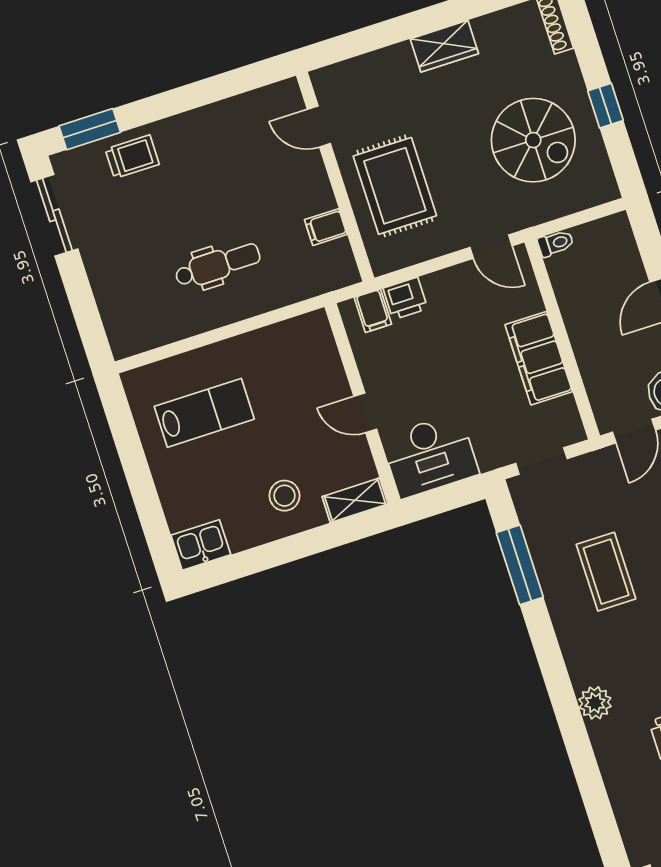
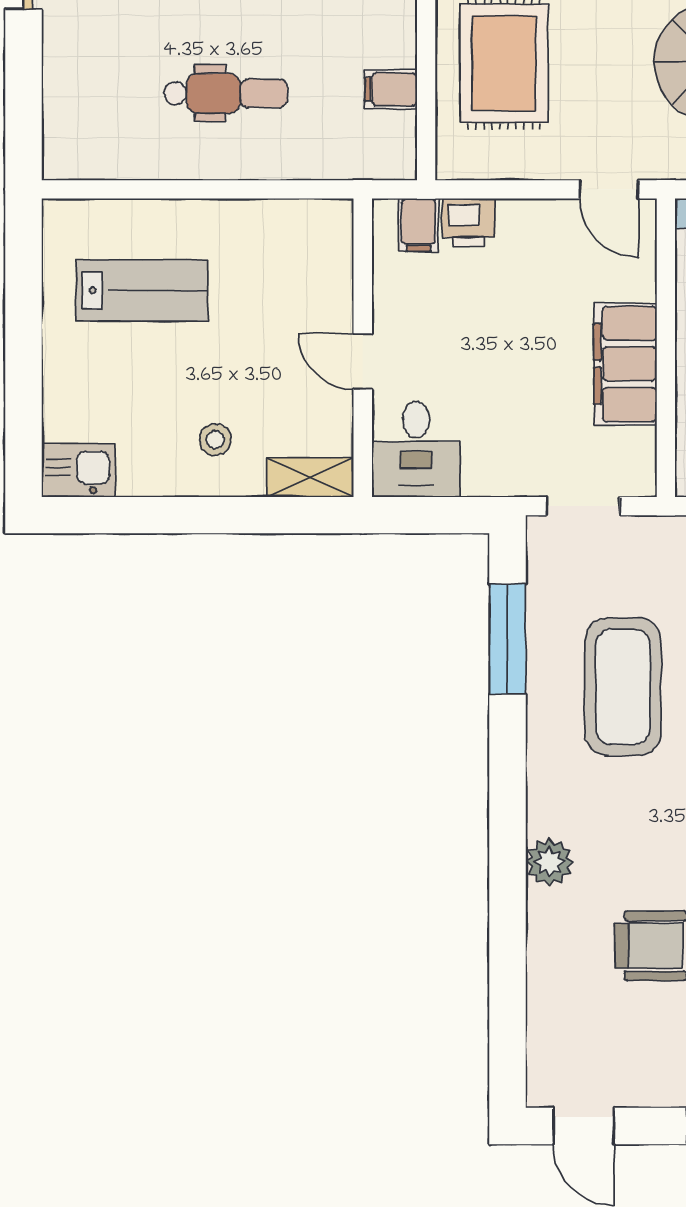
desk: (430, 456) -> (416, 449), width x0.73
stool: (284, 496) -> (215, 440), width x0.73, depth x0.73
coffee table: (606, 572) -> (623, 687), width x1.36, depth x1.32

